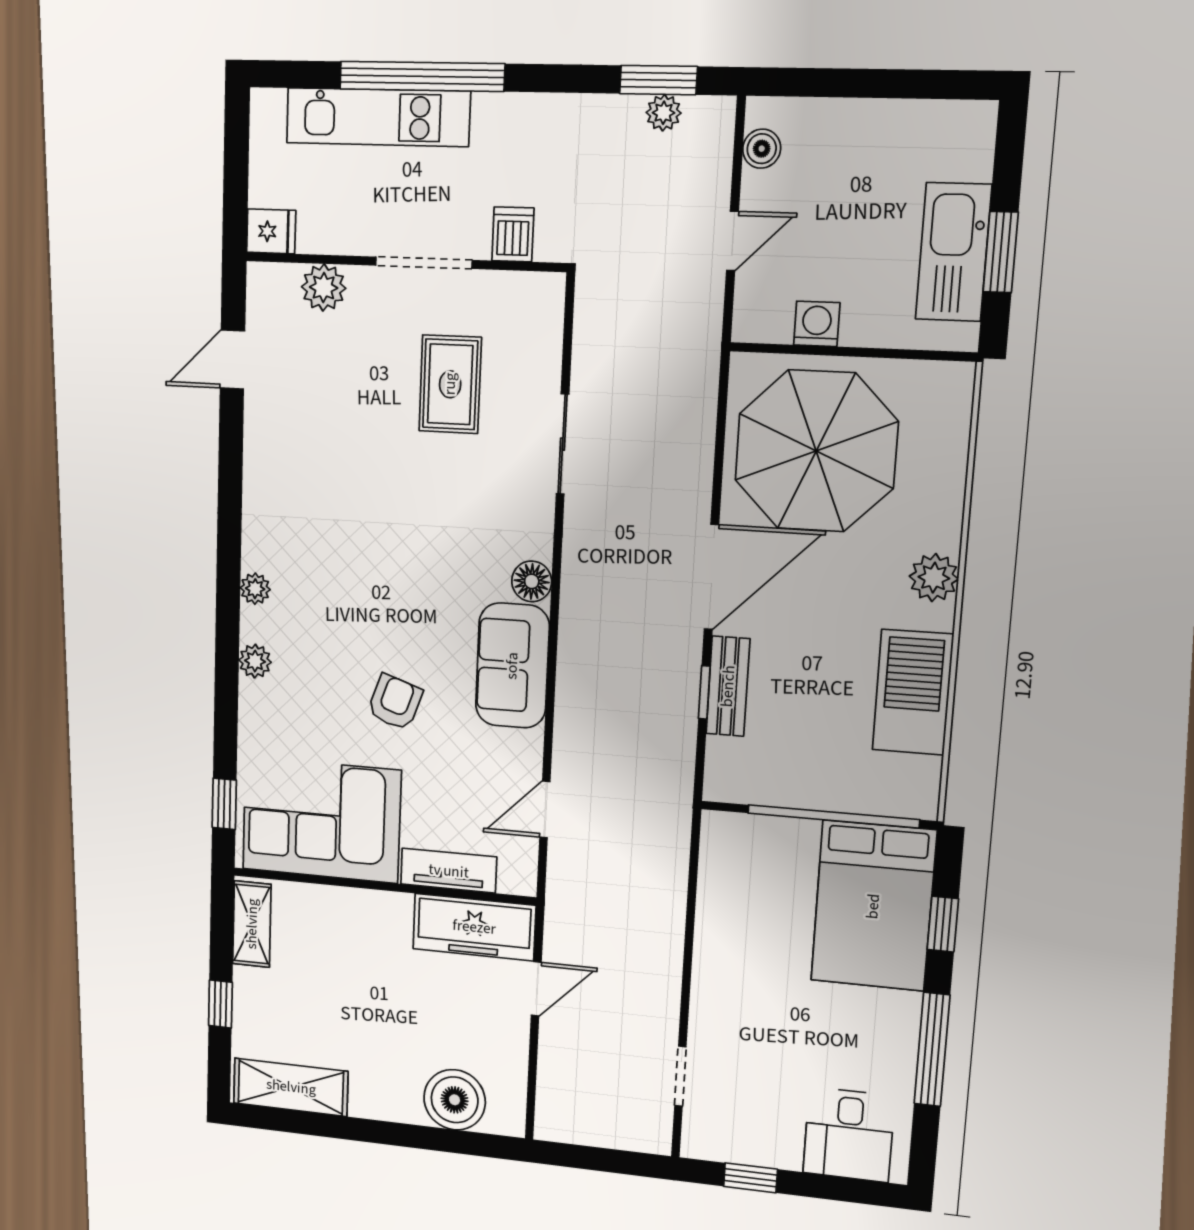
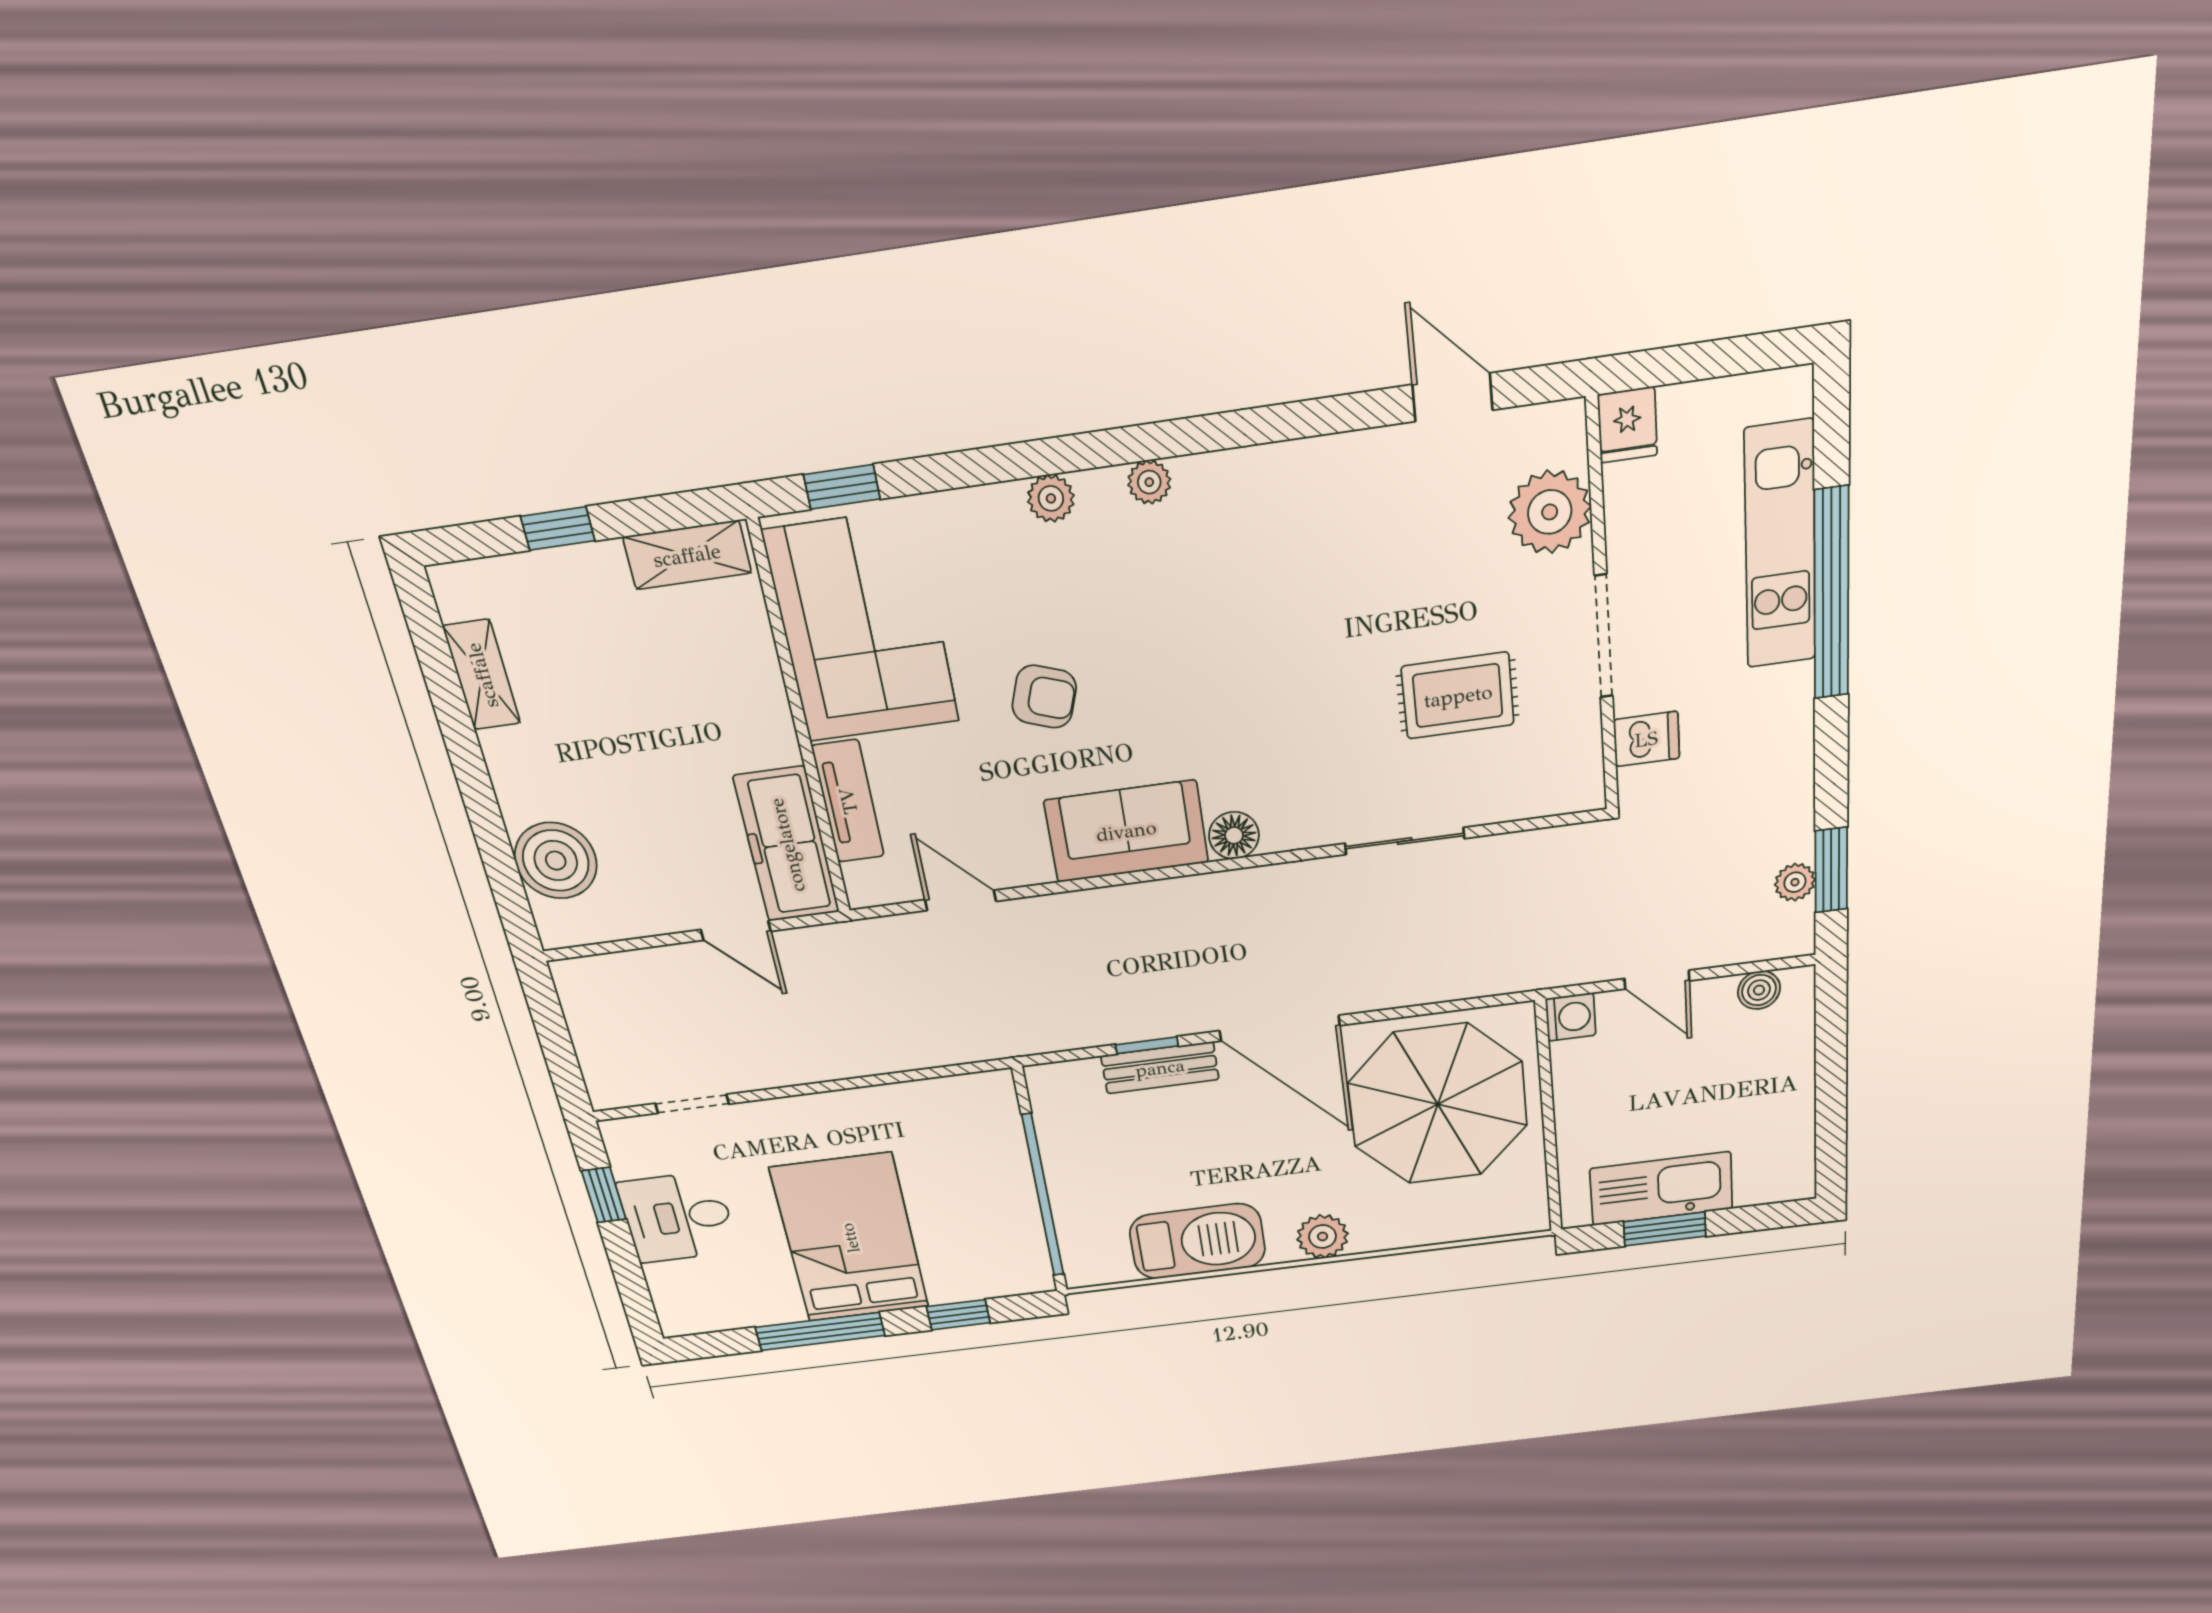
plant: (324, 288) -> (1550, 512), width x1.36, depth x1.36
washing machine: (817, 324) -> (1571, 1017), moved
bed: (873, 906) -> (850, 1238), moved, turned 90
shelving: (291, 1087) -> (482, 675), width x0.67, depth x0.75
desk: (849, 1134) -> (678, 1217), moved

